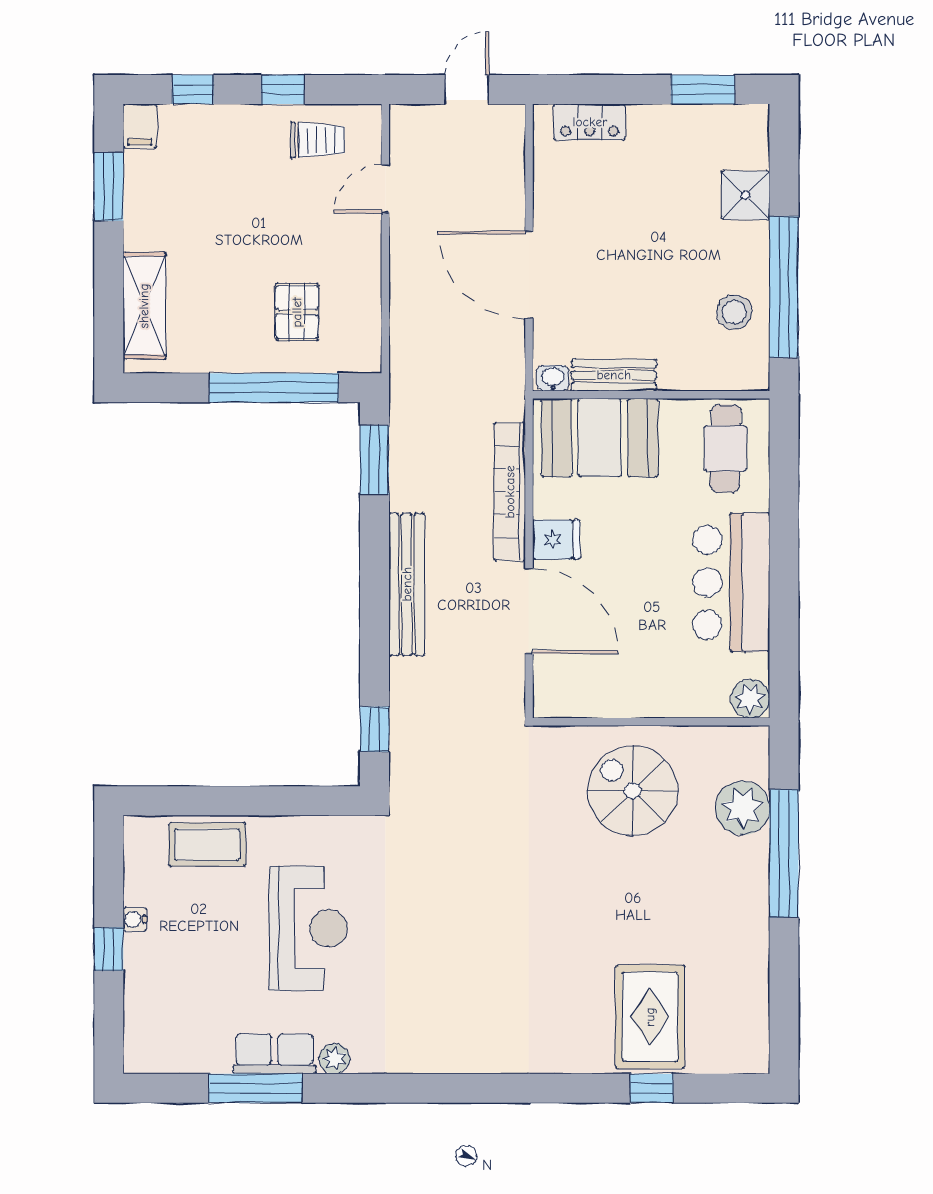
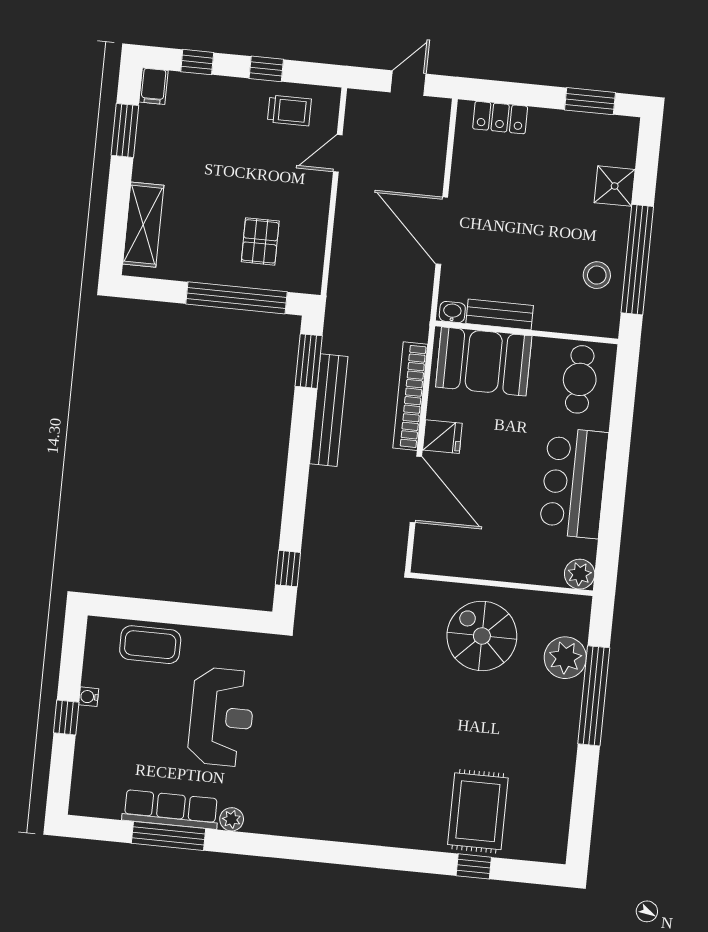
bench: (407, 584) -> (329, 410), moved
row of seats: (275, 1054) -> (171, 809), width x1.48

